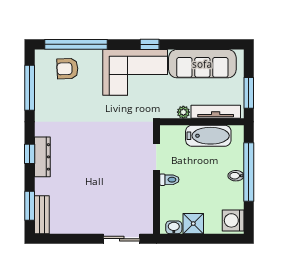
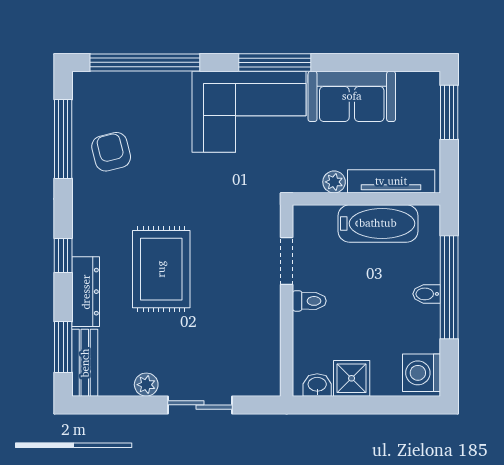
window: (150, 44) -> (275, 62), width x2.17
sofa: (202, 64) -> (352, 96), width x0.73
armchair: (67, 69) -> (111, 152), moved, turned 78
window: (249, 93) -> (449, 112), moved
dresser: (42, 157) -> (86, 292), moved
rug: (85, 162) -> (161, 269), added
plant: (77, 227) -> (146, 385), added
sliding door: (122, 239) -> (200, 405), moved

